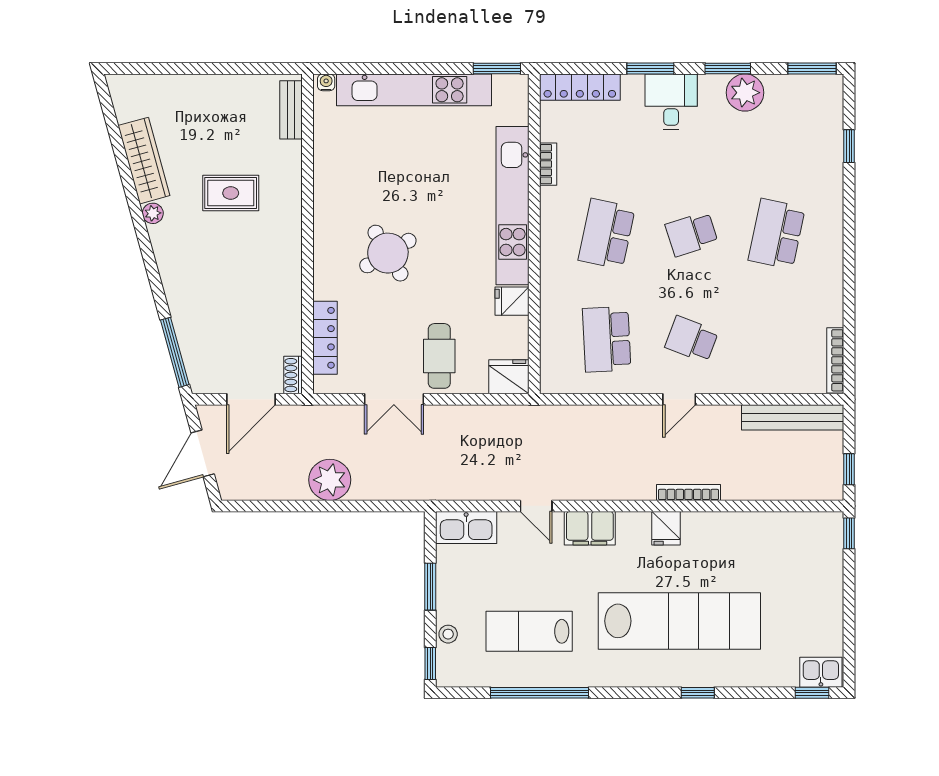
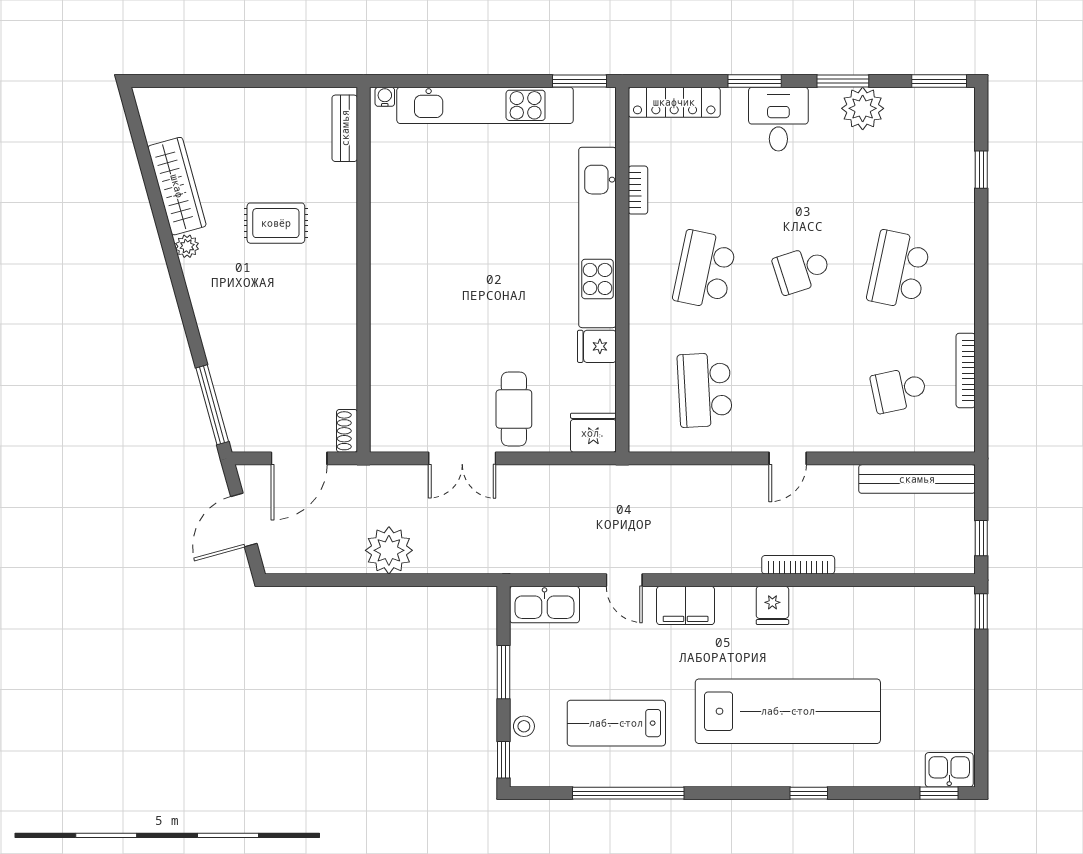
round table: (388, 253) -> (455, 292), removed
locker: (325, 338) -> (383, 388), removed
school desk: (692, 339) -> (899, 390), moved, turned -33
bookcase: (835, 360) -> (966, 370), moved

